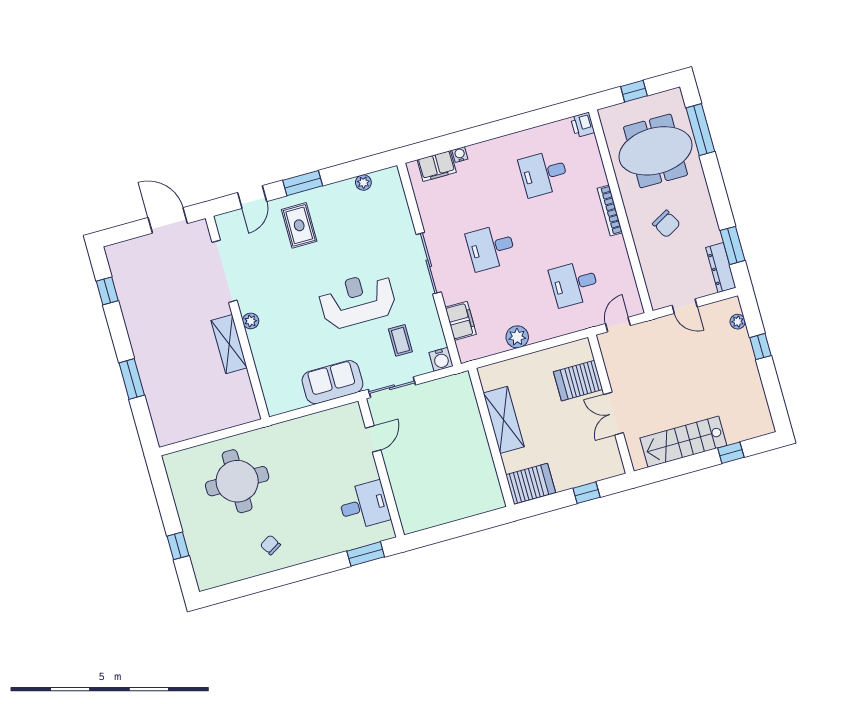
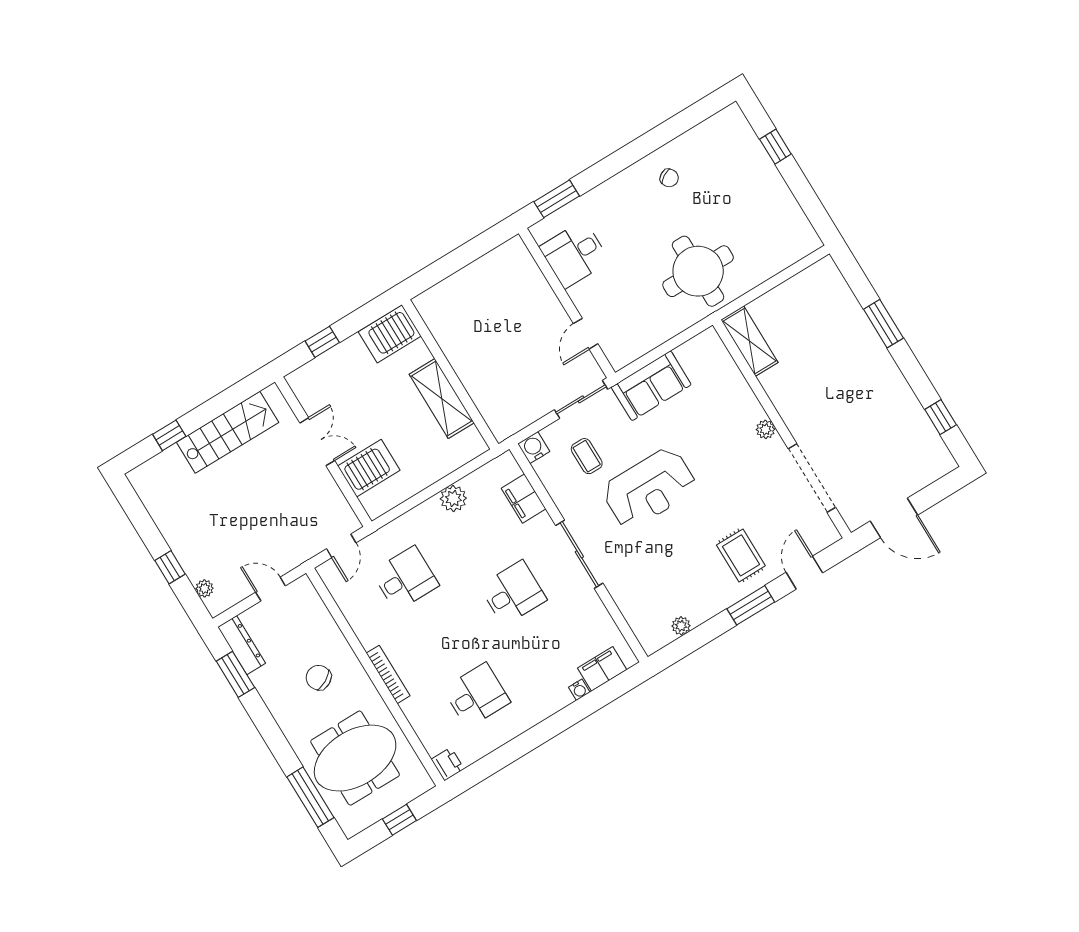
shelving: (229, 344) -> (749, 341), moved
round table: (237, 481) -> (698, 271), moved

